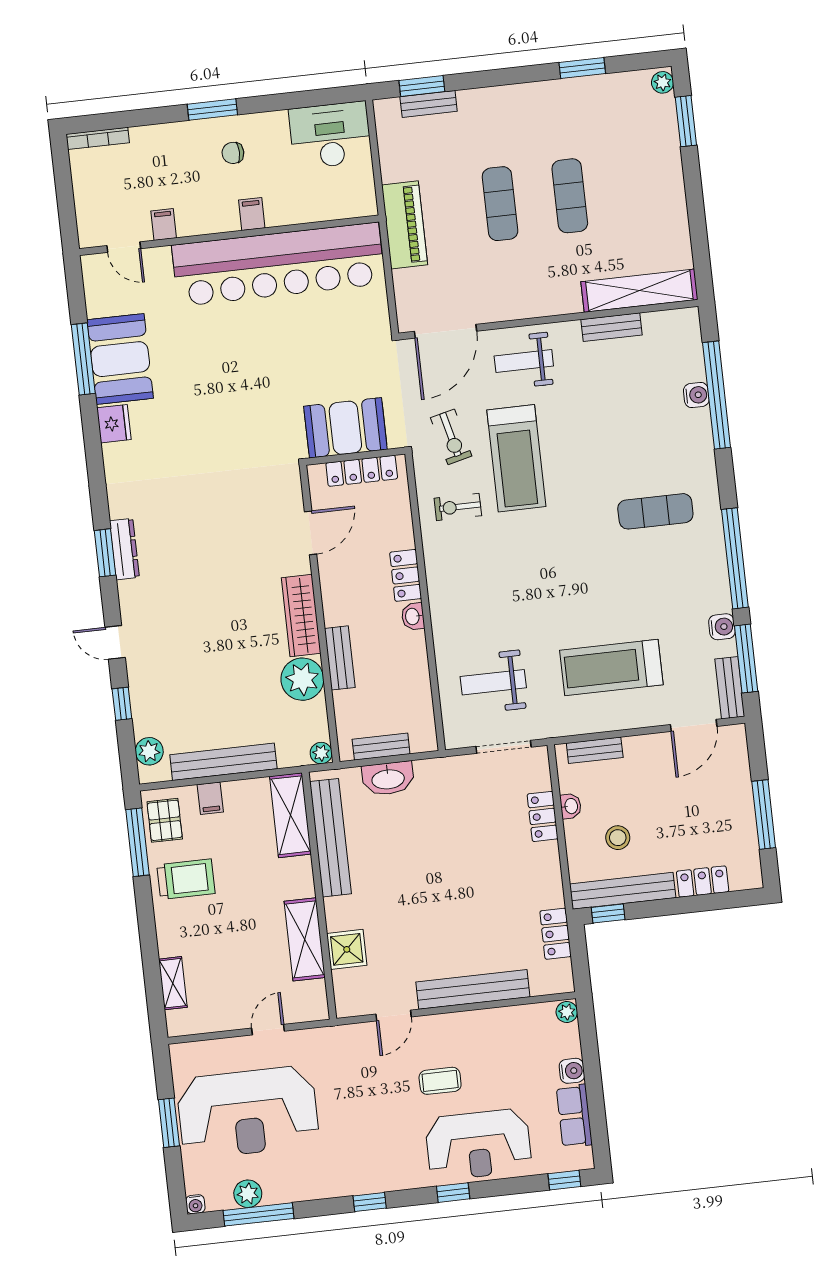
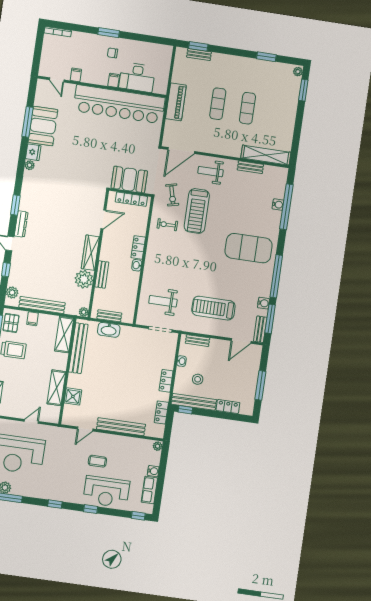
desk: (330, 135) -> (137, 77), moved, turned 180
plant: (113, 455) -> (30, 165), added
exercise mat: (655, 511) -> (249, 248), width x2.00, depth x1.45
dresser: (124, 549) -> (21, 224), moved
locker: (543, 816) -> (166, 381), moved

